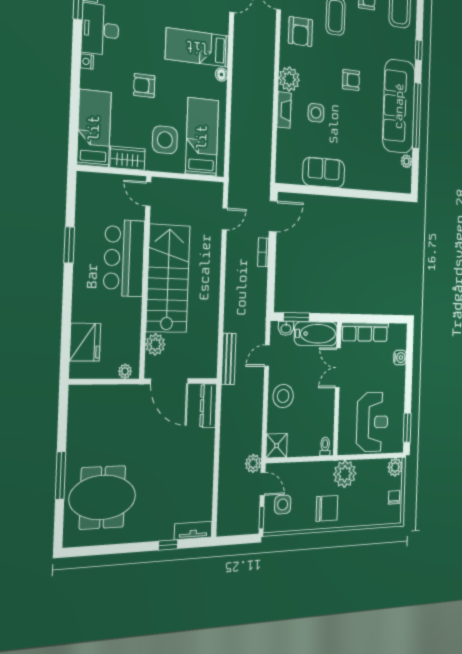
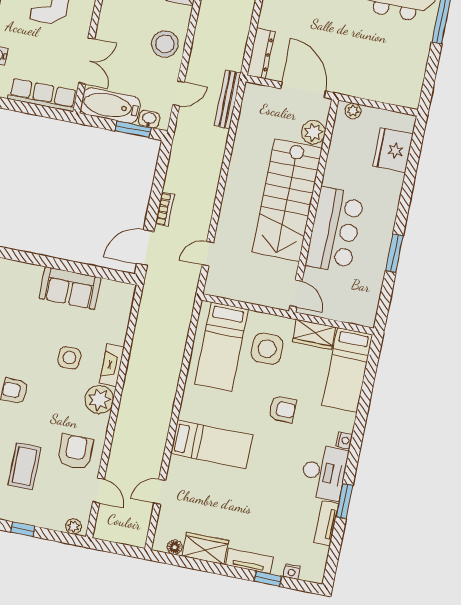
floor lamp: (221, 75) -> (186, 412), removed

